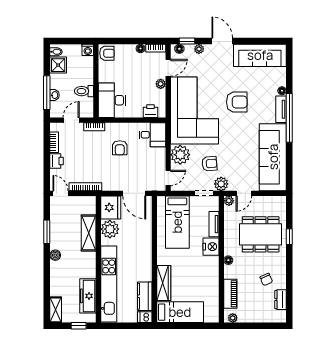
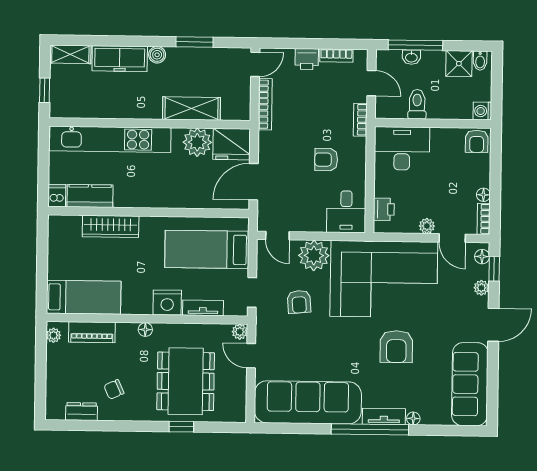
plant: (221, 184) -> (267, 320), removed
freezer: (88, 296) -> (120, 59), moved, turned 180
bed: (180, 312) -> (84, 297), moved, turned -90

